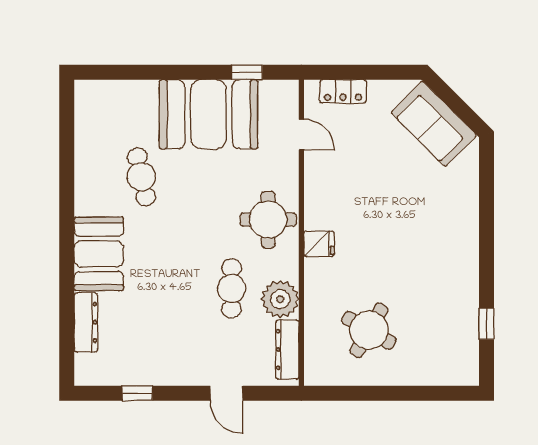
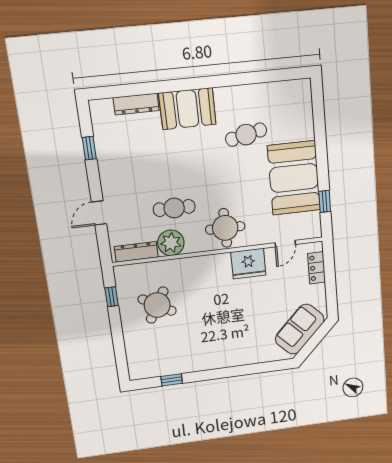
fridge: (319, 244) -> (248, 264), moved, width x1.88, depth x1.34
window: (348, 393) -> (112, 297), added

